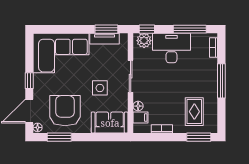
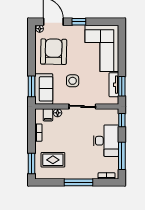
plant: (144, 41) -> (112, 118), removed
armchair: (65, 111) -> (54, 52), turned -89
window: (59, 137) -> (32, 86), moved

